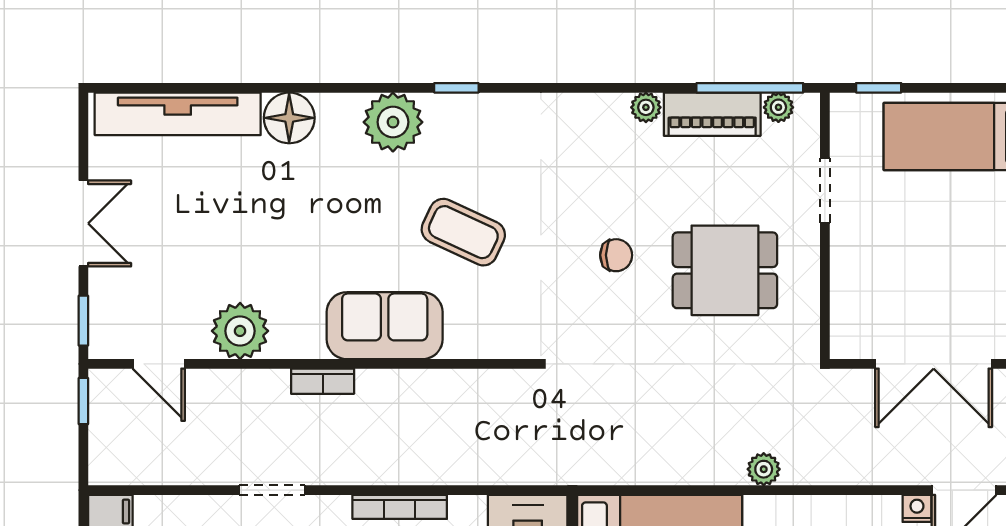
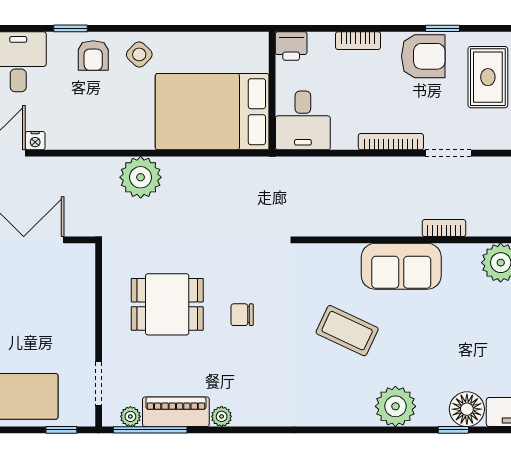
window: (456, 88) -> (453, 430), moved
doorway: (825, 190) -> (99, 384), moved
plant: (764, 469) -> (141, 177), width x1.88, depth x1.88
doorway: (272, 490) -> (448, 153), moved

